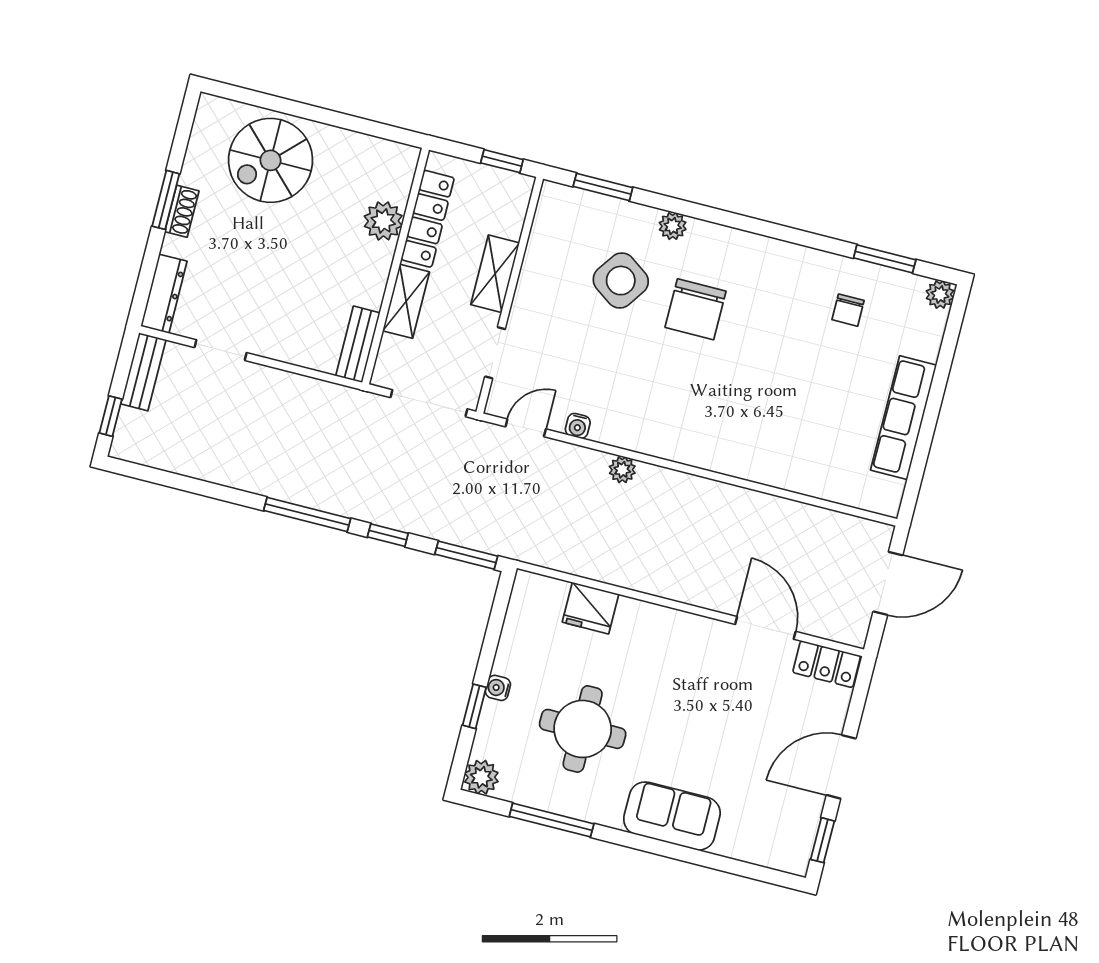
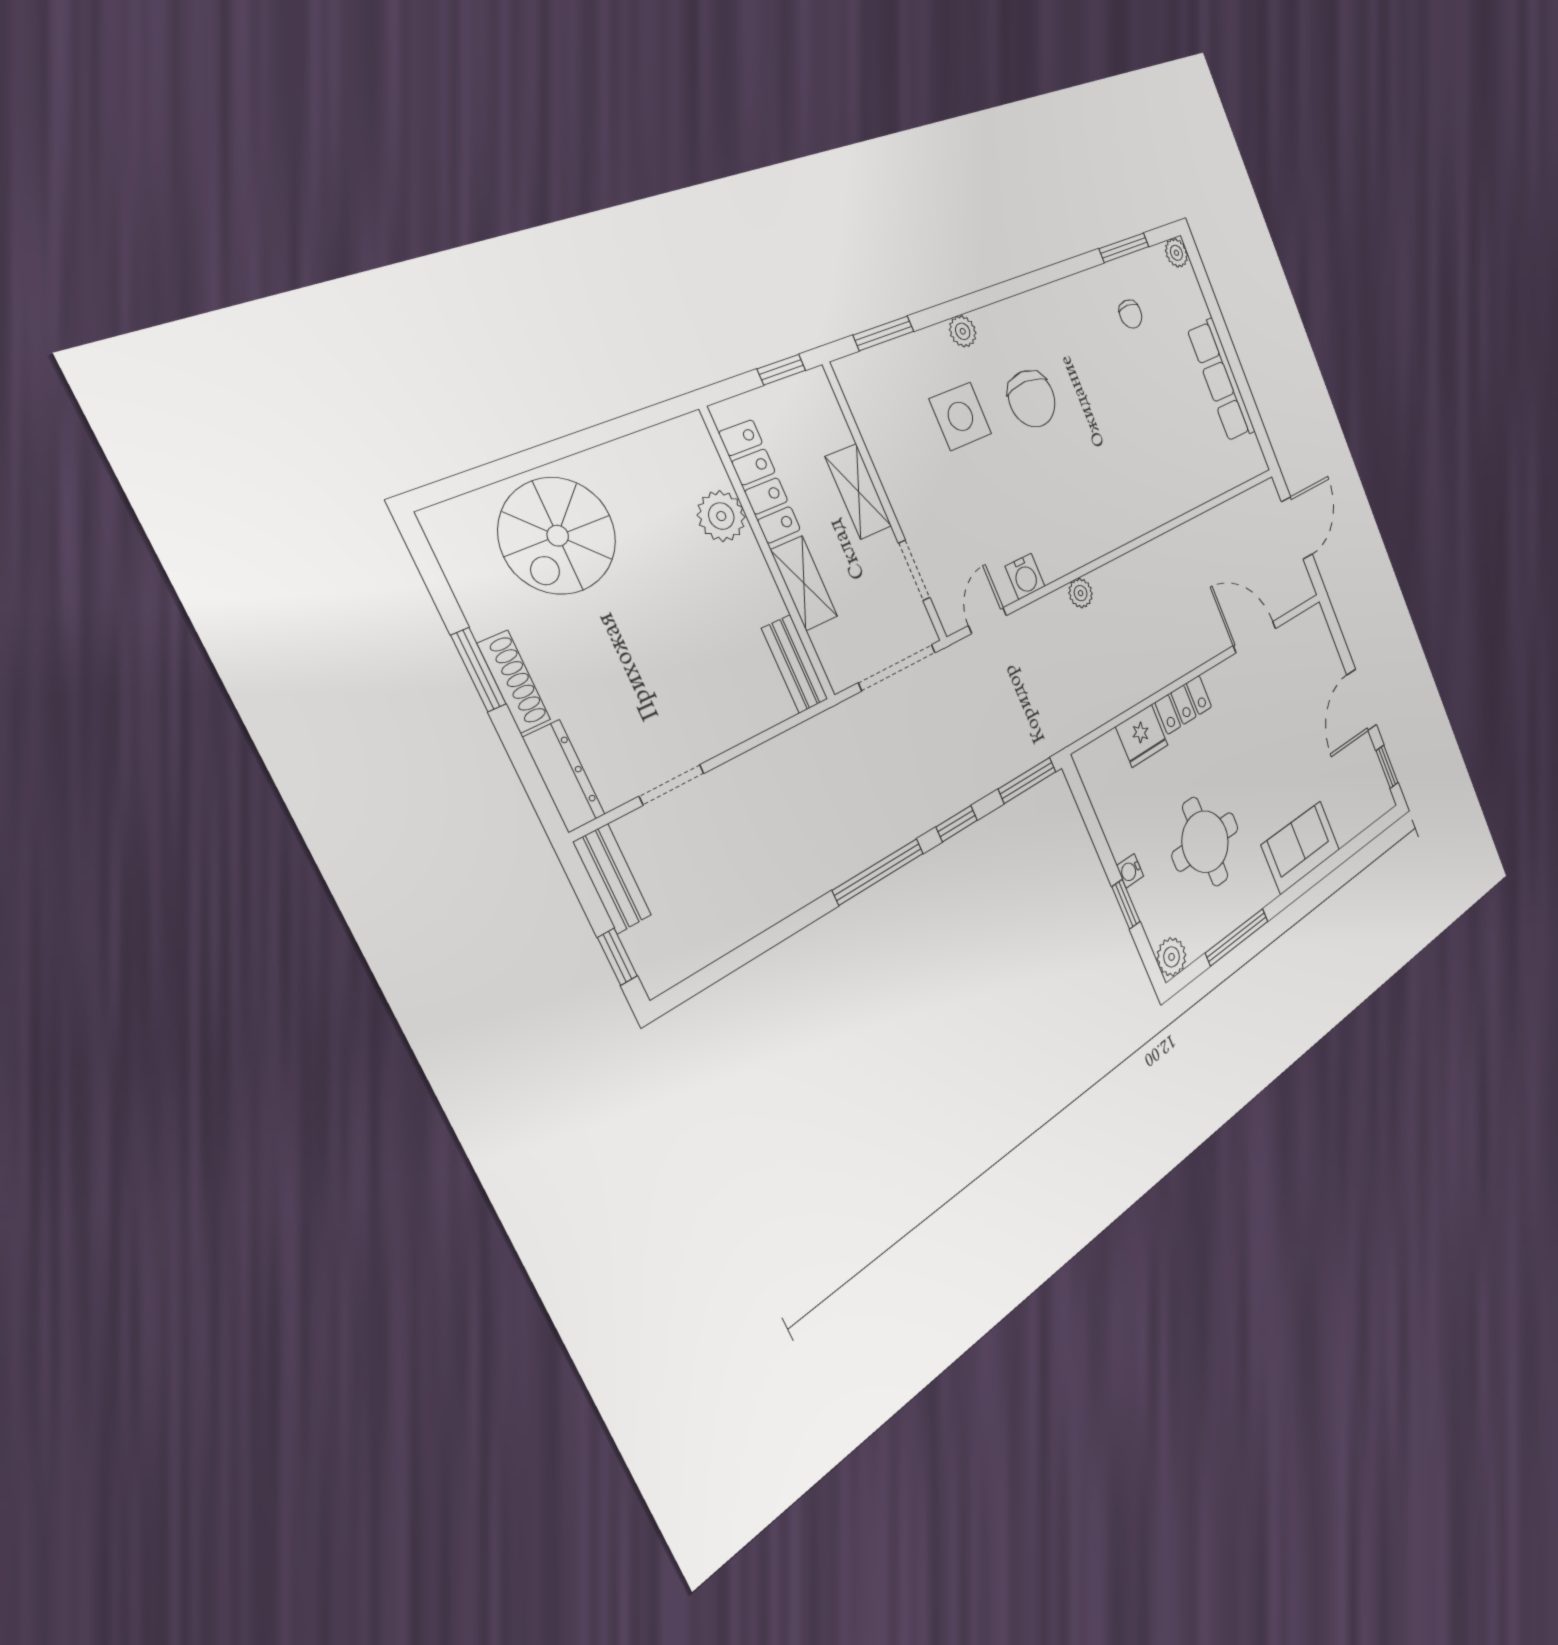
shoe rack: (182, 211) -> (514, 682), width x1.43
side table: (621, 281) -> (960, 416), turned -35
water cooler: (578, 426) -> (1025, 576), width x1.38, depth x1.38
locker: (827, 664) -> (1184, 705), moved

